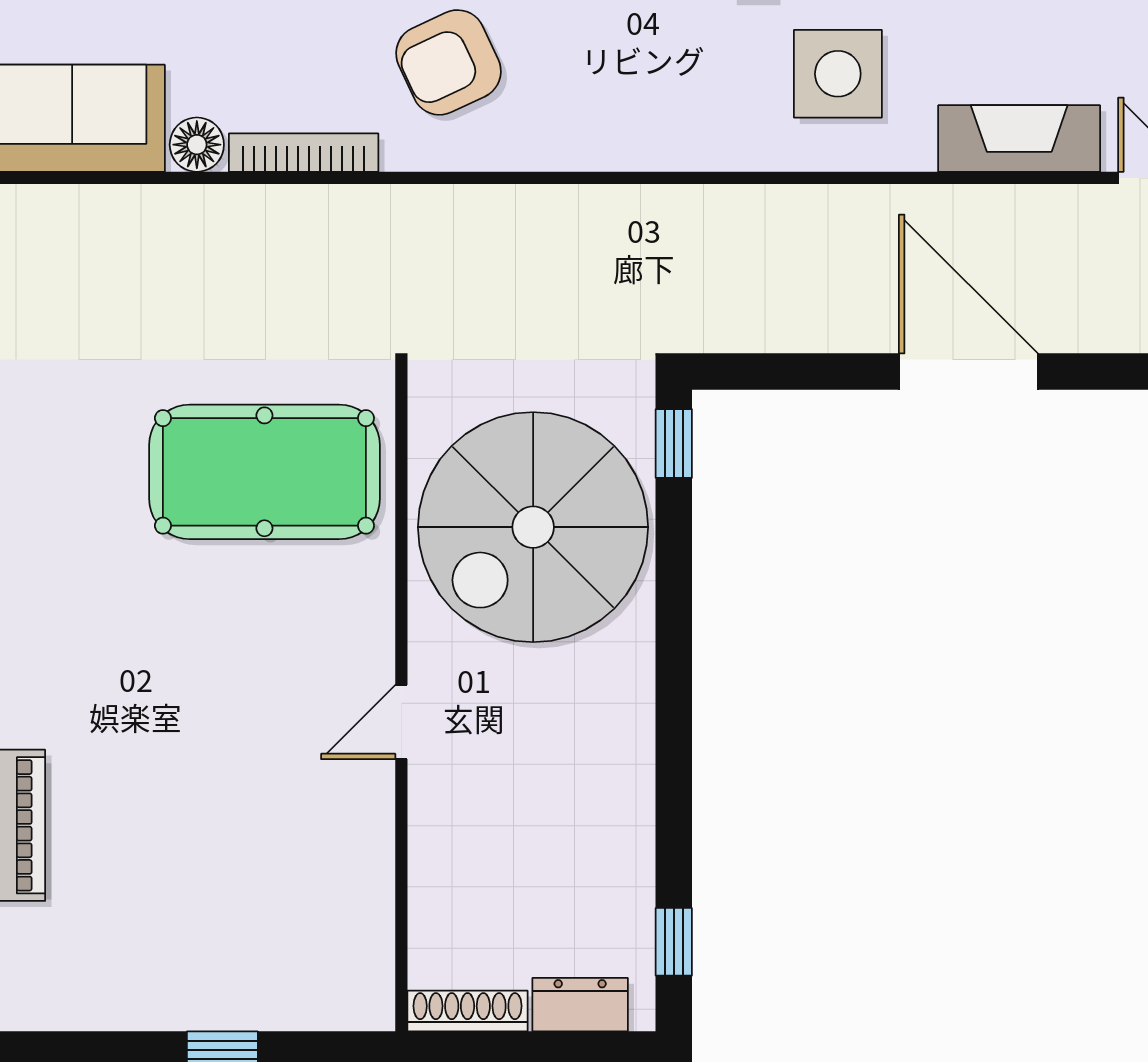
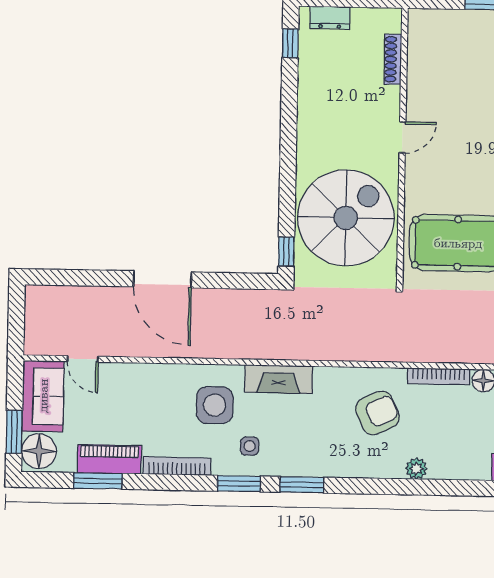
fireplace: (1019, 139) -> (279, 379), moved
shoe rack: (468, 1011) -> (393, 59), moved, turned 90

